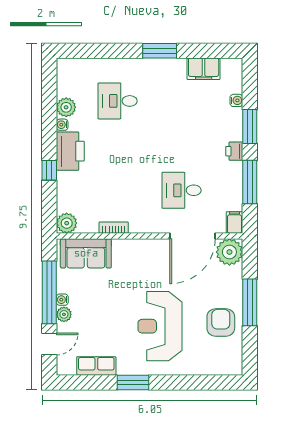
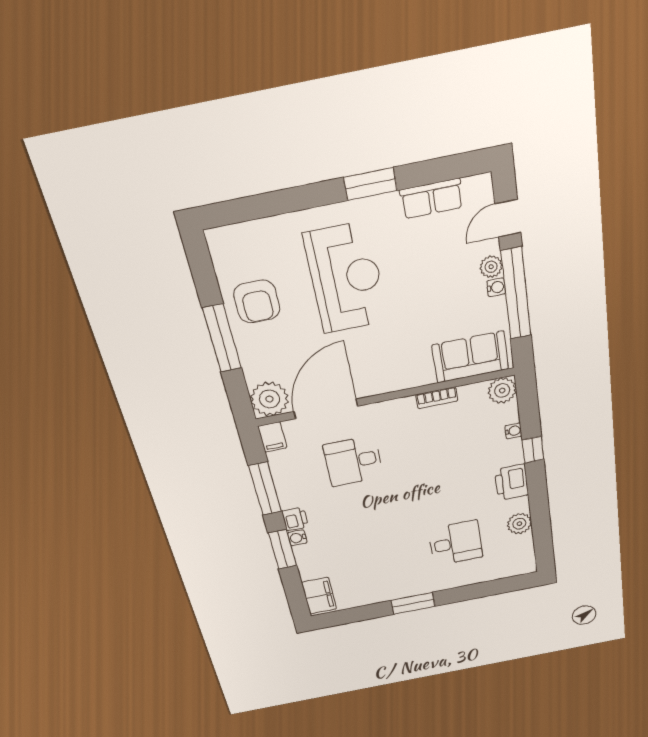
filing cabinet: (204, 69) -> (319, 596), moved, turned 90
water cooler: (236, 100) -> (297, 538), moved
water cooler: (62, 125) -> (513, 431), moved
printer: (70, 151) -> (512, 482), width x0.73, depth x0.84
desk: (182, 190) -> (353, 461), turned 180

